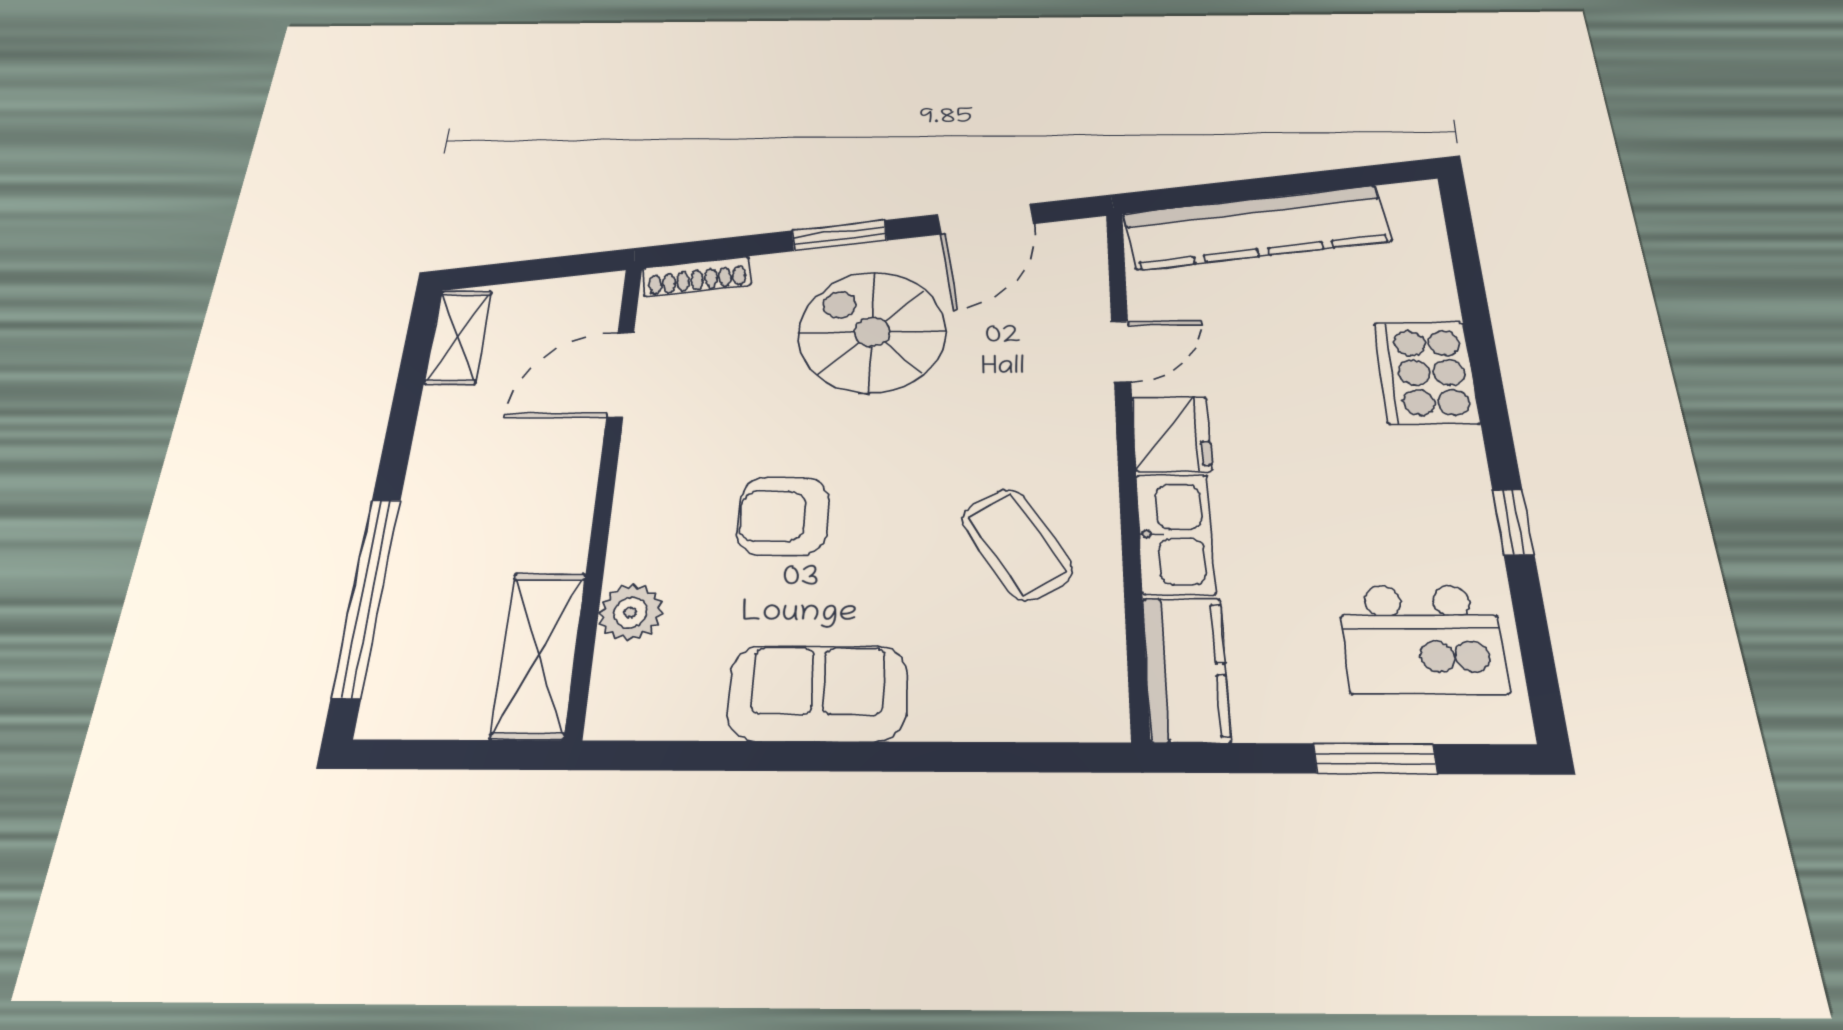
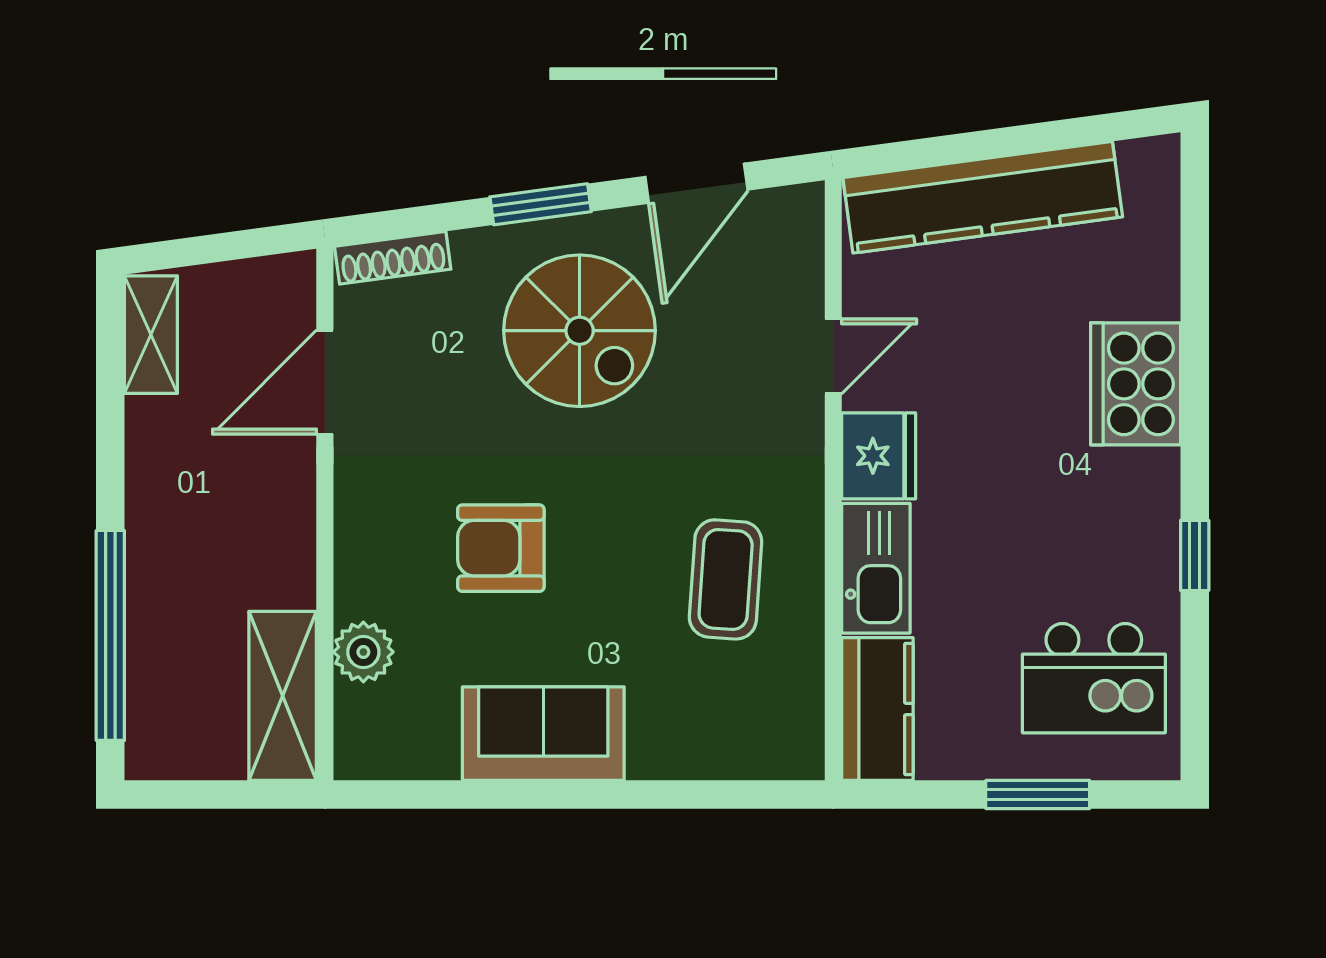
spiral stairs: (872, 332) -> (580, 331), turned 180
coffee table: (1017, 544) -> (726, 579), turned 35

